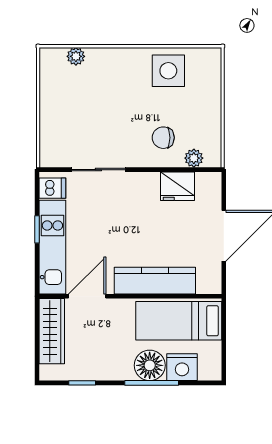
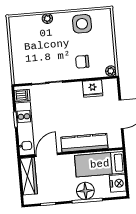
plant: (76, 56) -> (47, 18), moved
plant: (194, 158) -> (111, 71), moved
nightstand: (182, 367) -> (118, 183), moved, turned -90

